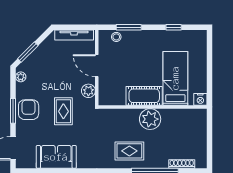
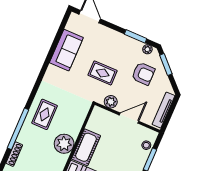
armchair: (29, 110) -> (143, 74), moved
window: (13, 111) -> (136, 36), moved

